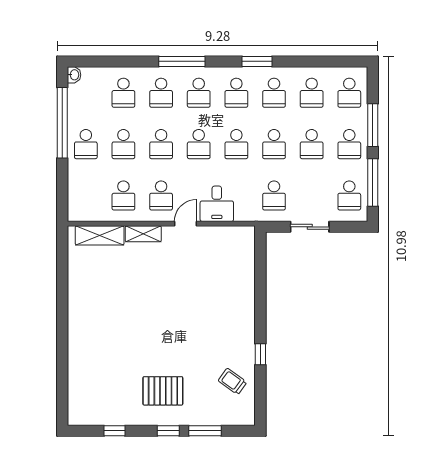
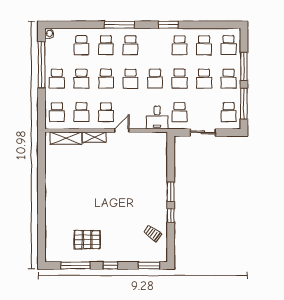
school desk: (236, 93) -> (57, 112), moved
desk: (217, 204) -> (157, 118), moved
window: (260, 317) -> (171, 192), added
pallet: (163, 391) -> (87, 240), moved
window: (114, 431) -> (76, 265), width x2.17
window: (205, 431) -> (149, 265), moved

